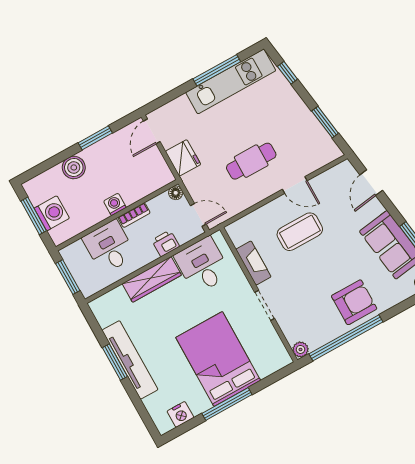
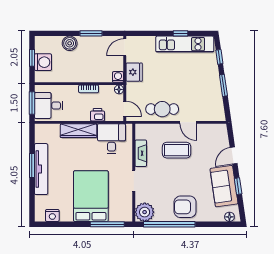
window: (217, 70) -> (180, 33), width x0.46
window: (325, 122) -> (223, 85), moved
cafe table: (251, 161) -> (162, 109), moved
door: (371, 183) -> (234, 155), moved
washing machine: (115, 204) -> (118, 77), moved
window: (34, 216) -> (32, 58), width x0.67
desk: (109, 247) -> (49, 105), moved, turned -90
armchair: (354, 302) -> (185, 207), turned 180
plant: (300, 349) -> (145, 212), width x1.88, depth x1.88
window: (227, 404) -> (107, 224), moved

